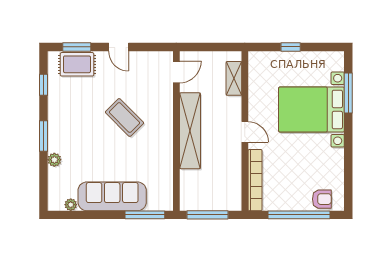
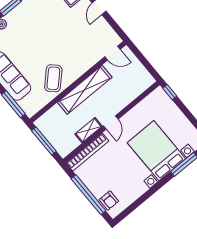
window: (291, 47) -> (170, 92), moved
shelving: (234, 78) -> (88, 130), moved
coffee table: (124, 118) -> (53, 78), moved

